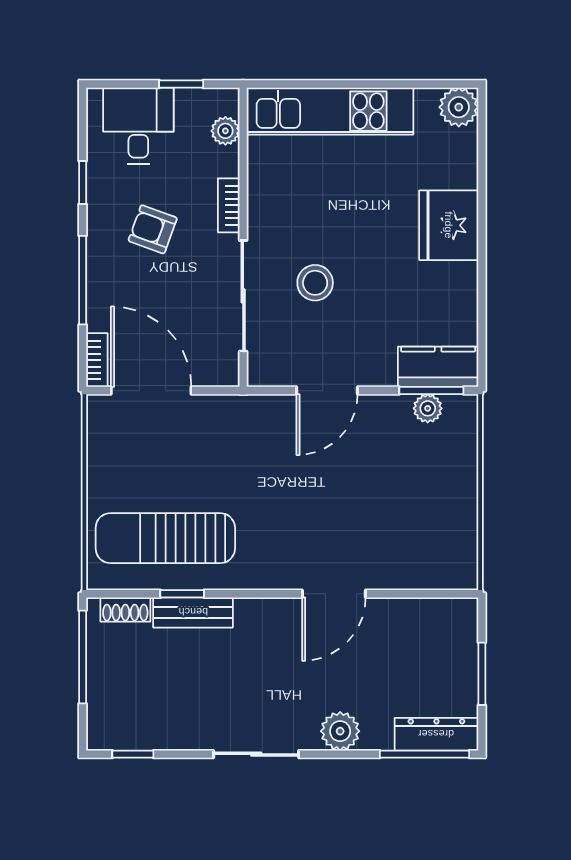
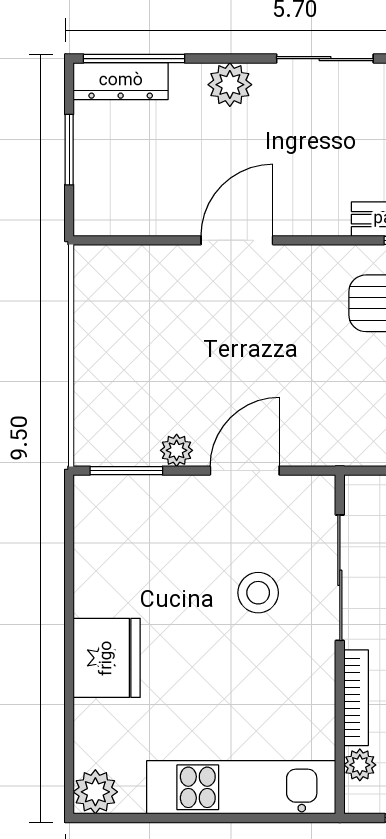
bookcase: (229, 205) -> (356, 698), width x1.56
kitchen counter: (438, 367) -> (119, 497), removed
plant: (428, 408) -> (177, 450), moved

